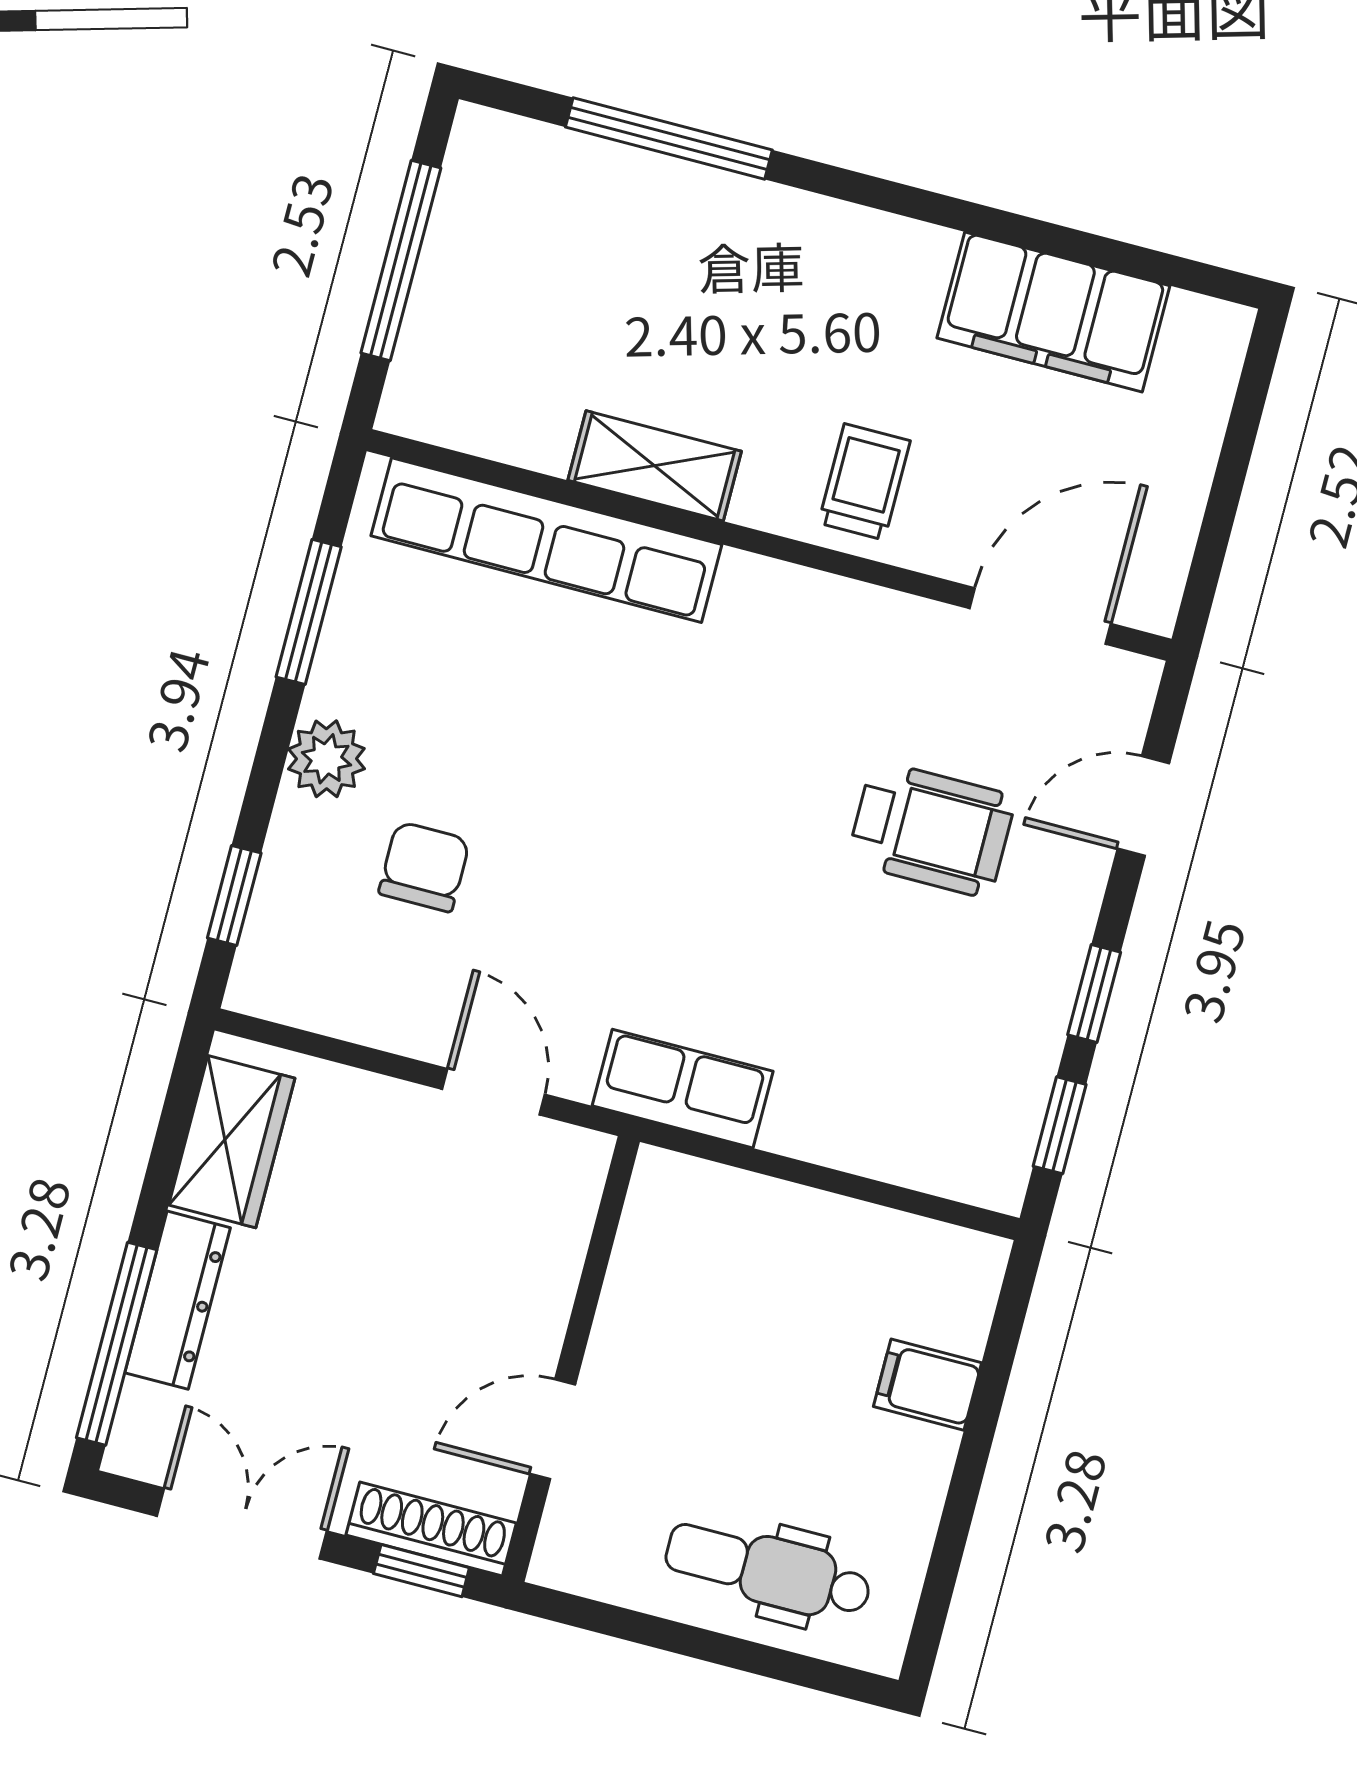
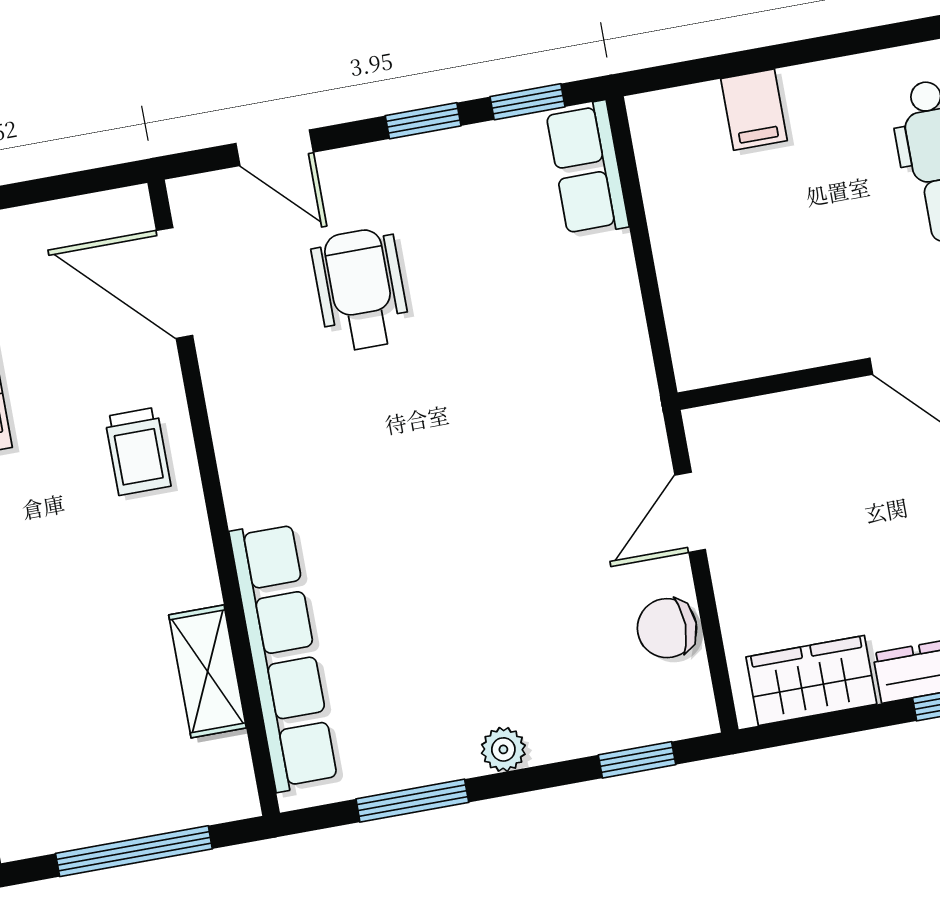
shelving: (655, 466) -> (208, 671), moved
trolley: (864, 482) -> (138, 451), turned -90
plant: (326, 759) -> (503, 749), width x0.73, depth x0.73
chair: (424, 867) -> (667, 628), moved
row of seats: (683, 1089) -> (587, 169), moved

